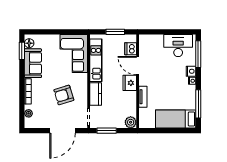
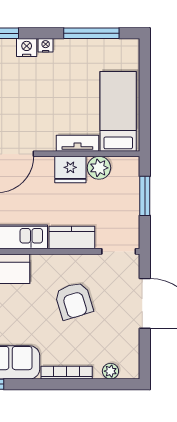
fridge: (130, 83) -> (70, 170), moved
bed: (176, 119) -> (118, 111), moved, turned 180
plant: (131, 122) -> (99, 168), moved
window: (107, 131) -> (145, 196), moved

